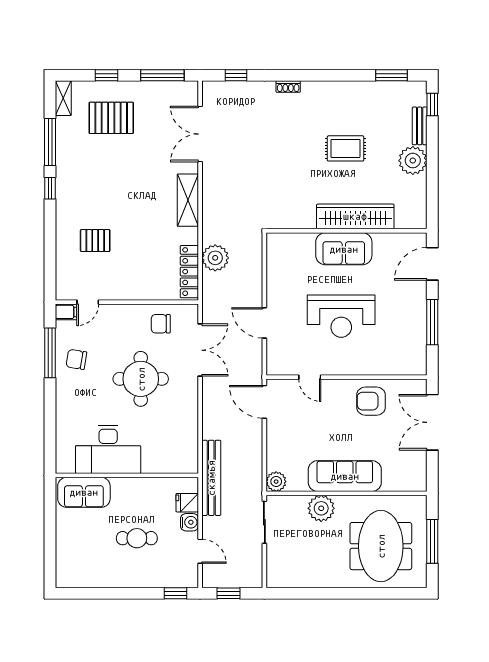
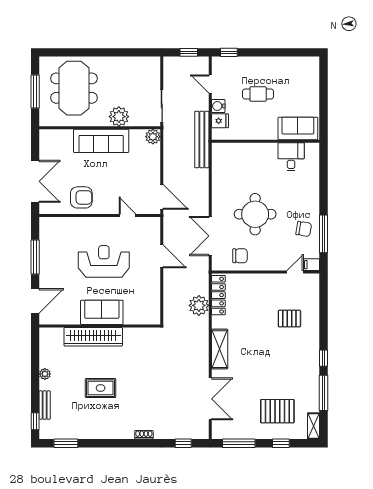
plant: (413, 161) -> (45, 374), width x0.53, depth x0.53
desk: (108, 449) -> (291, 157), width x0.53, depth x0.77

